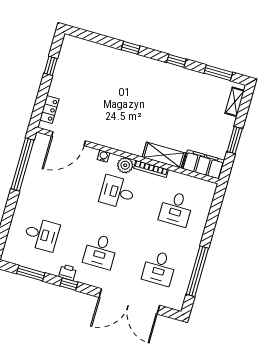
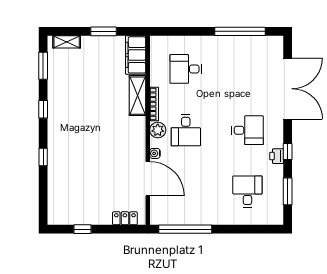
door: (68, 139) -> (148, 179), moved
desk: (176, 209) -> (186, 69), turned 180
desk: (159, 268) -> (247, 69), removed

